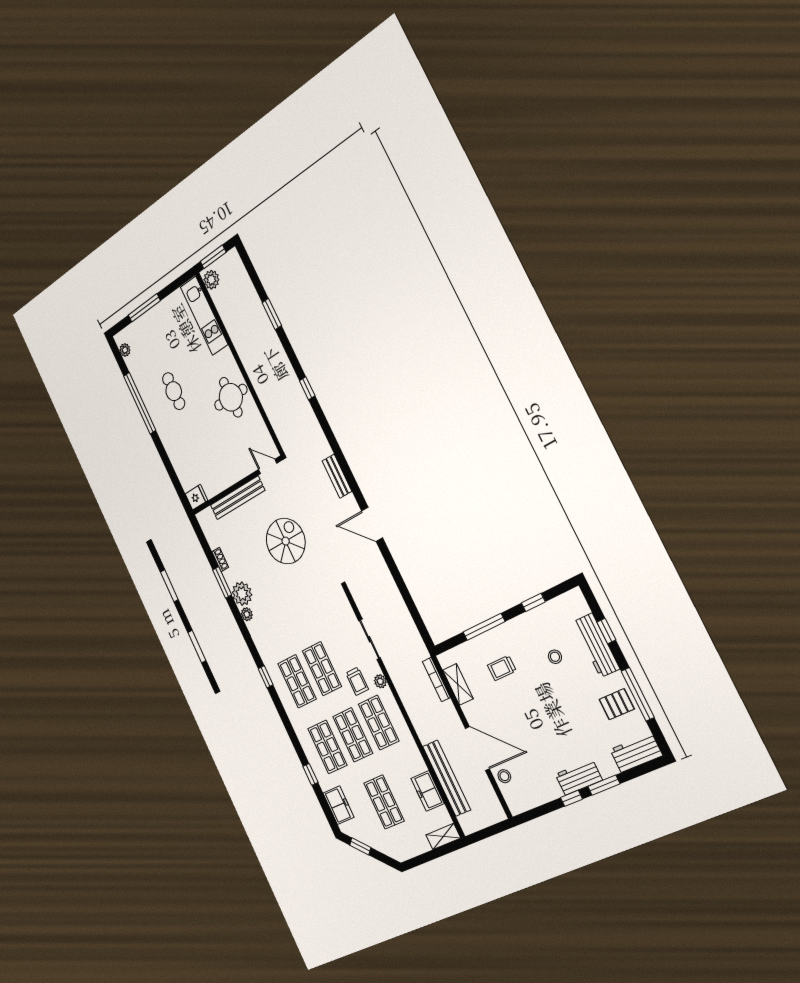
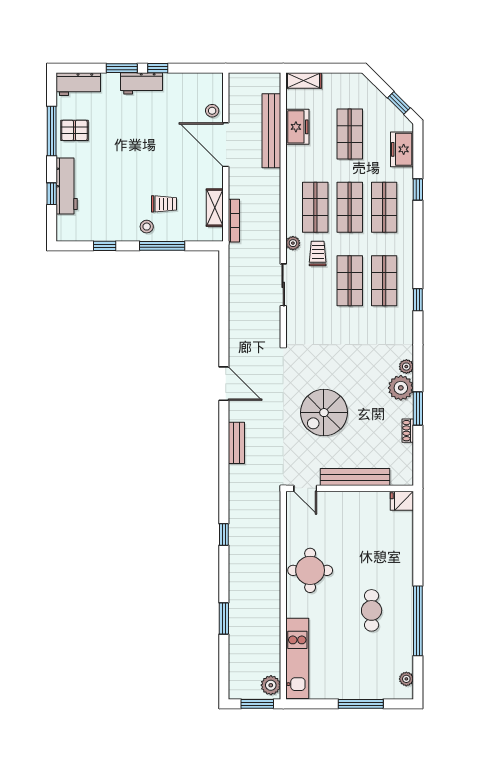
stool: (555, 657) -> (147, 227), moved

